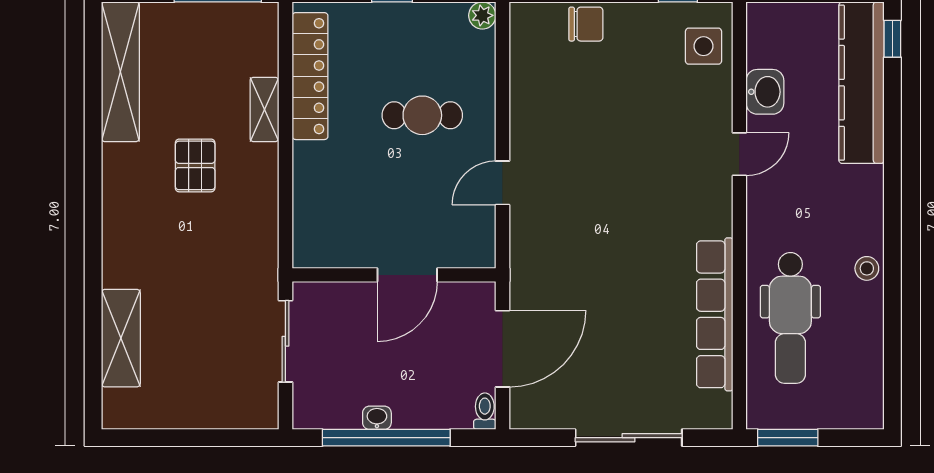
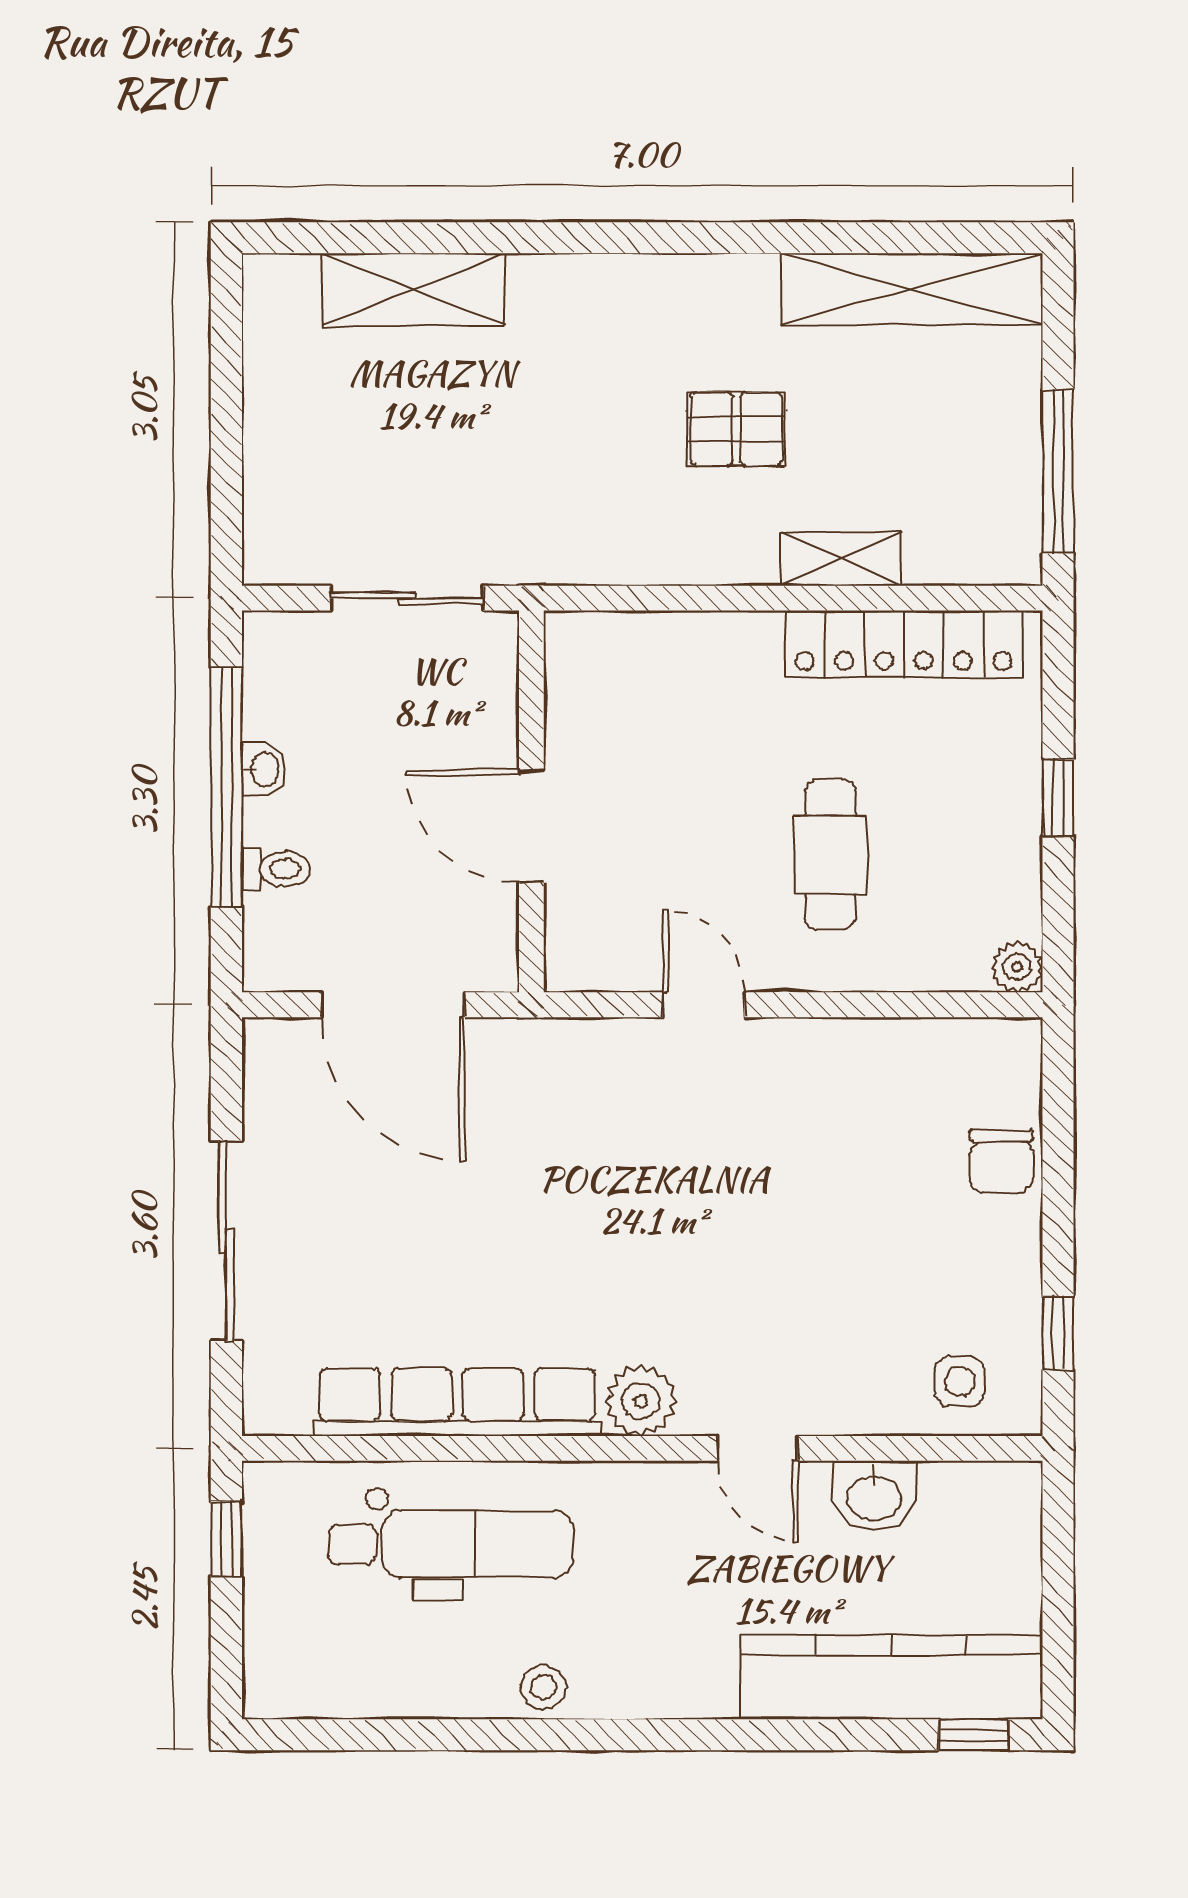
side table: (703, 46) -> (960, 1381), width x0.73, depth x0.73
plant: (714, 216) -> (641, 1401), added
dental chair: (790, 318) -> (451, 1544), turned 180
toilet: (485, 411) -> (276, 869), moved
window: (788, 438) -> (226, 1539), width x0.67

